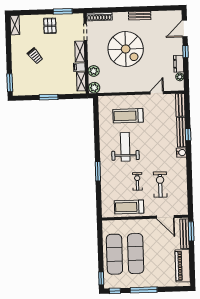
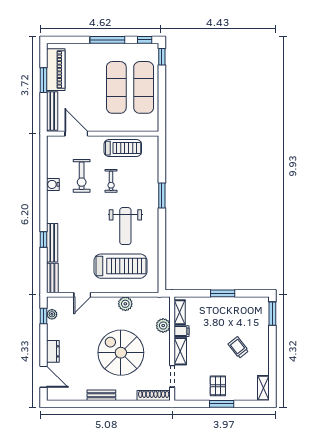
window: (63, 11) -> (222, 404), moved
door: (185, 29) -> (44, 377), hinge flipped
window: (185, 51) -> (44, 316), moved
dresser: (179, 64) -> (53, 351), moved
plant: (94, 88) -> (125, 304), moved
treadmill: (128, 116) -> (121, 266), width x1.37, depth x1.38
water cooler: (181, 153) -> (53, 184), moved
window: (191, 231) -> (44, 80), moved

